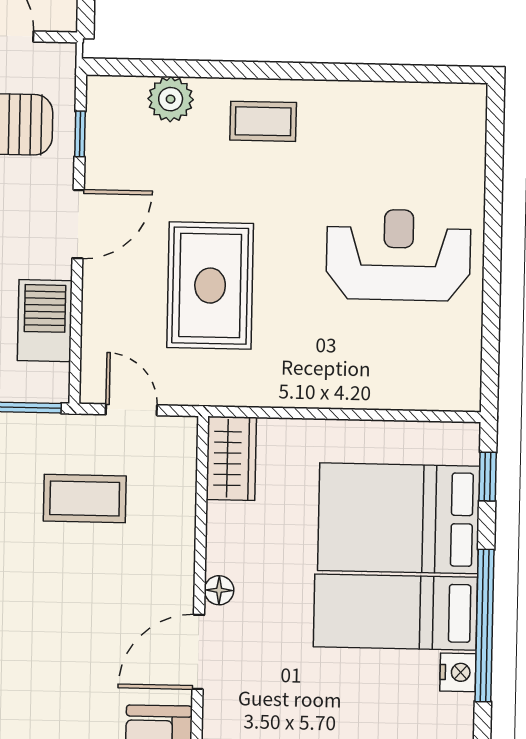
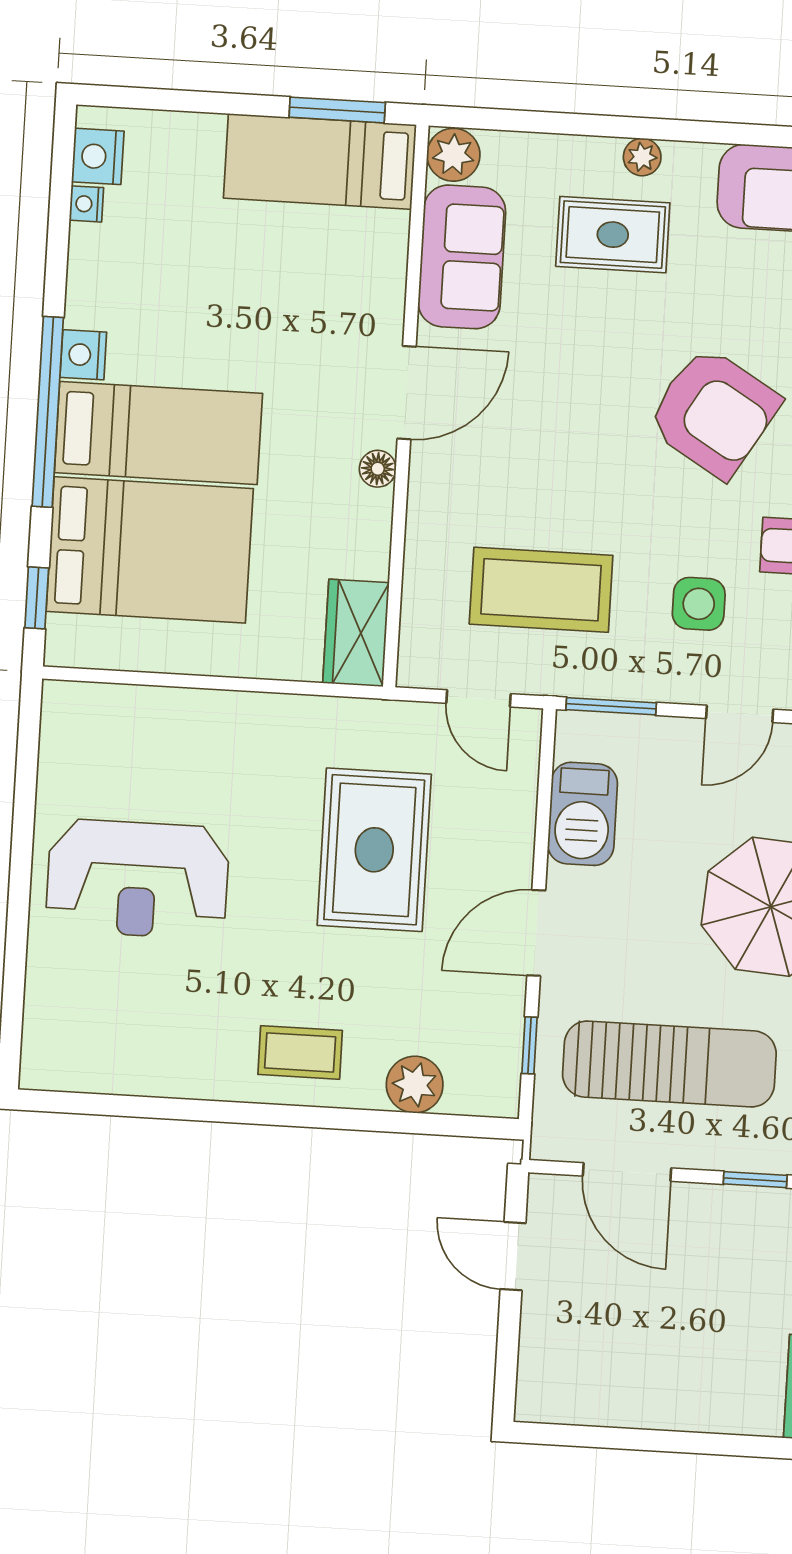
coffee table: (85, 499) -> (541, 590), width x1.36, depth x1.32

